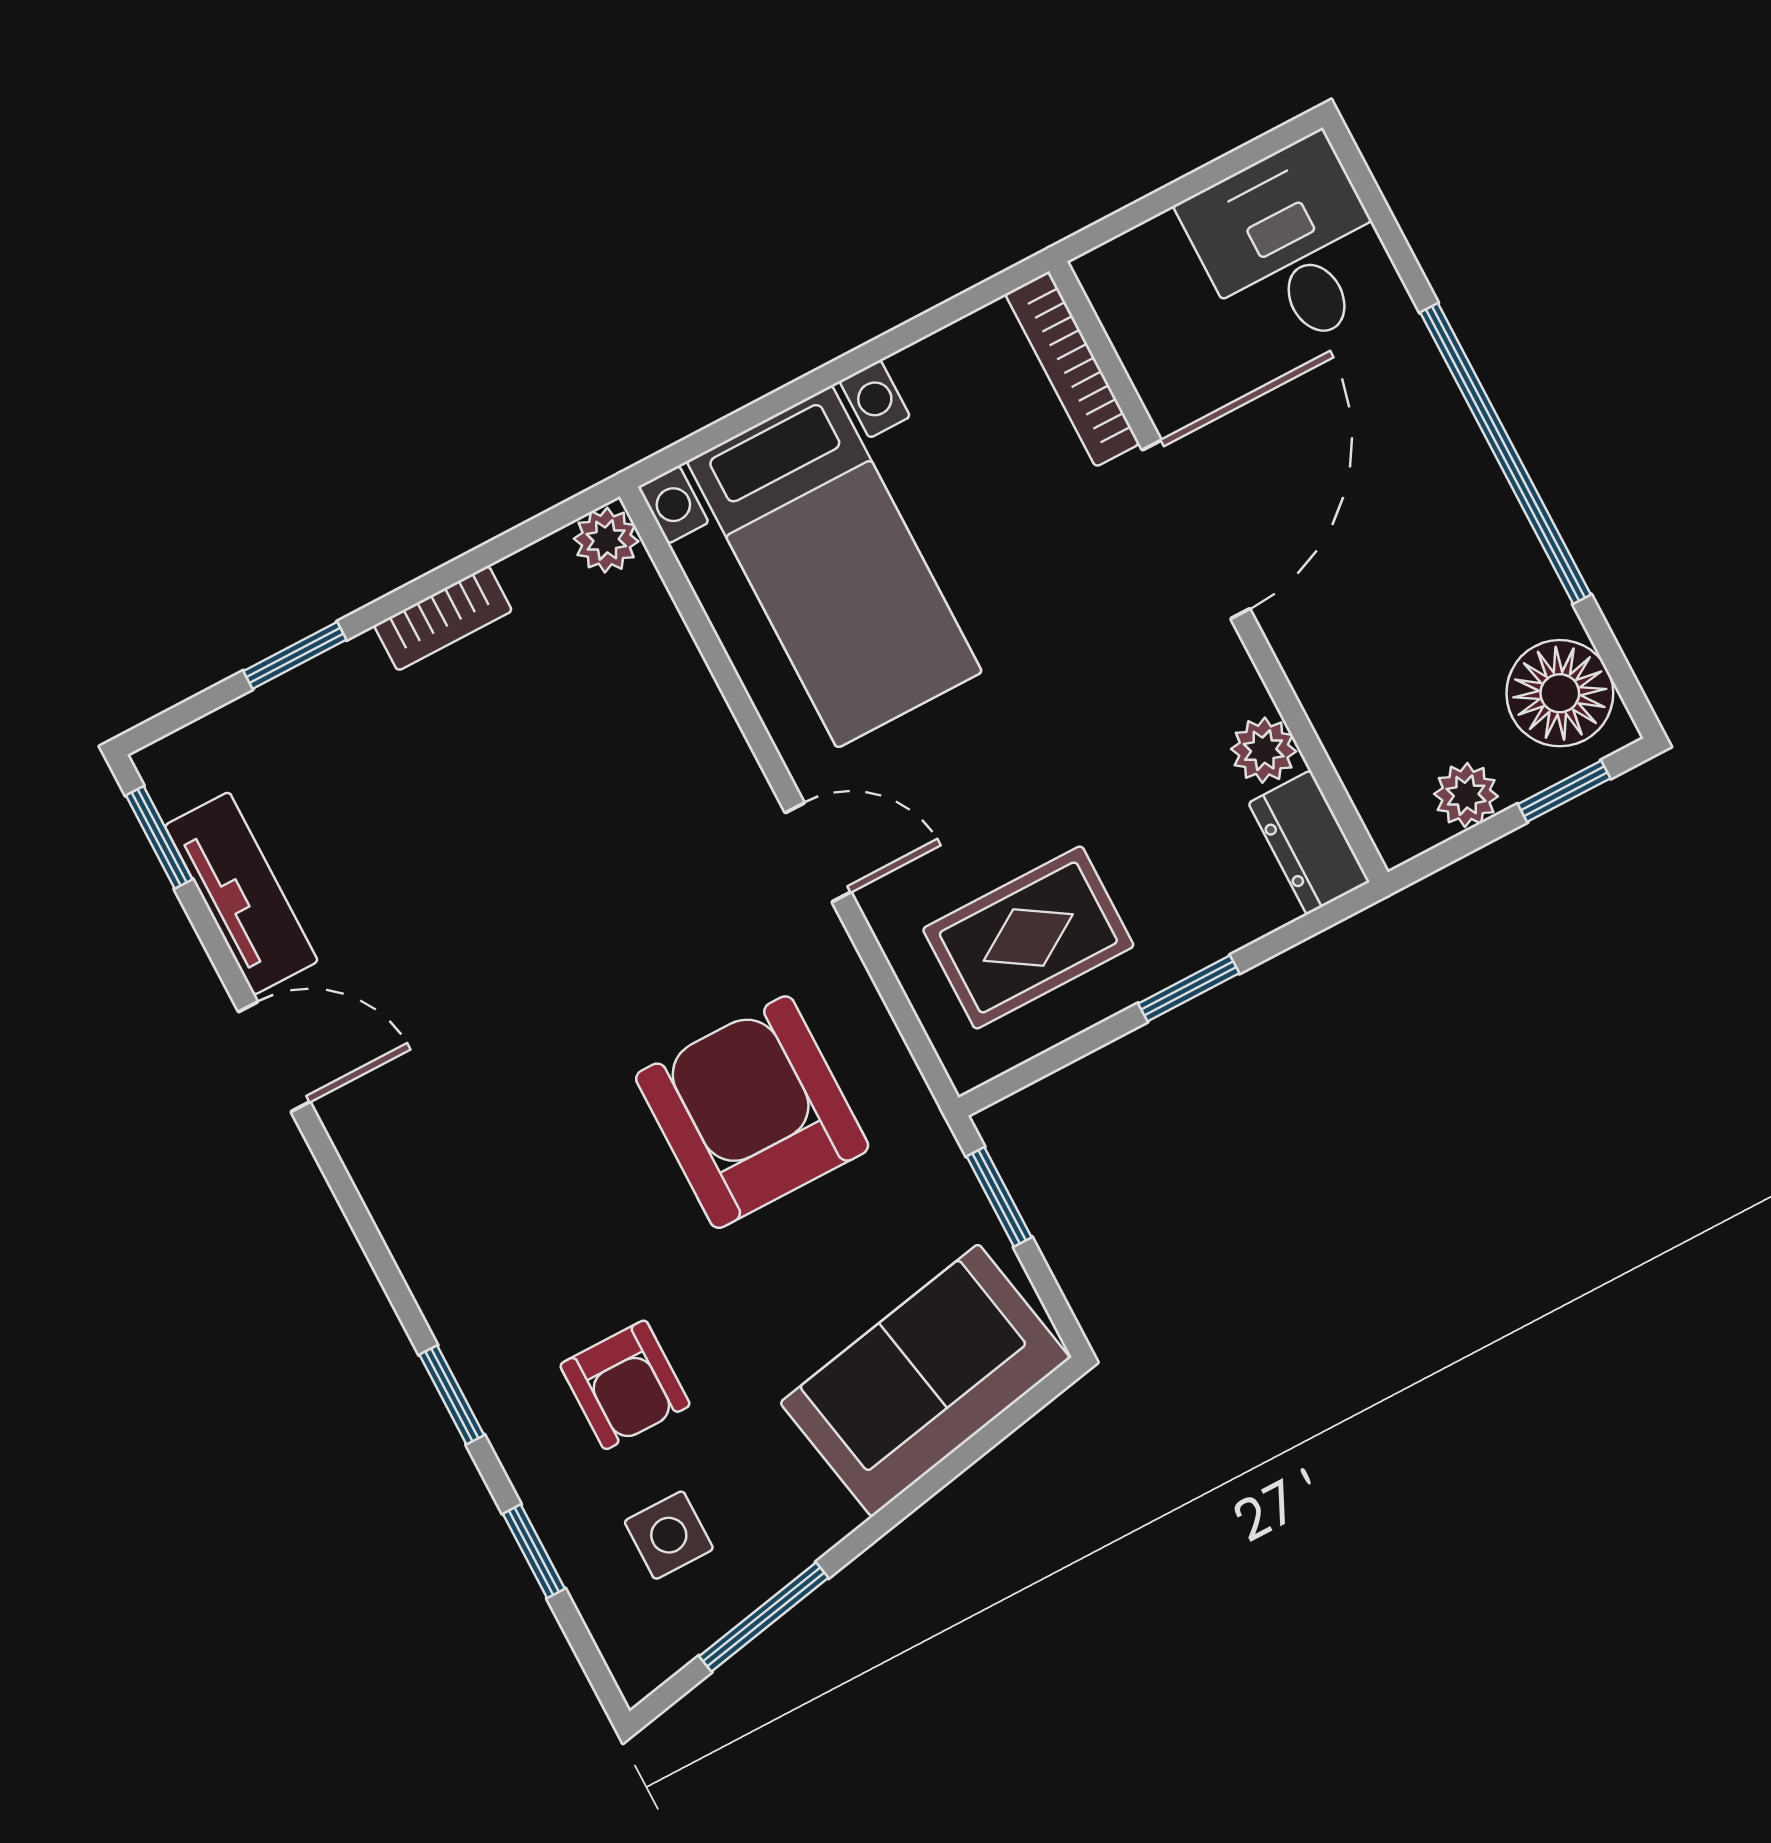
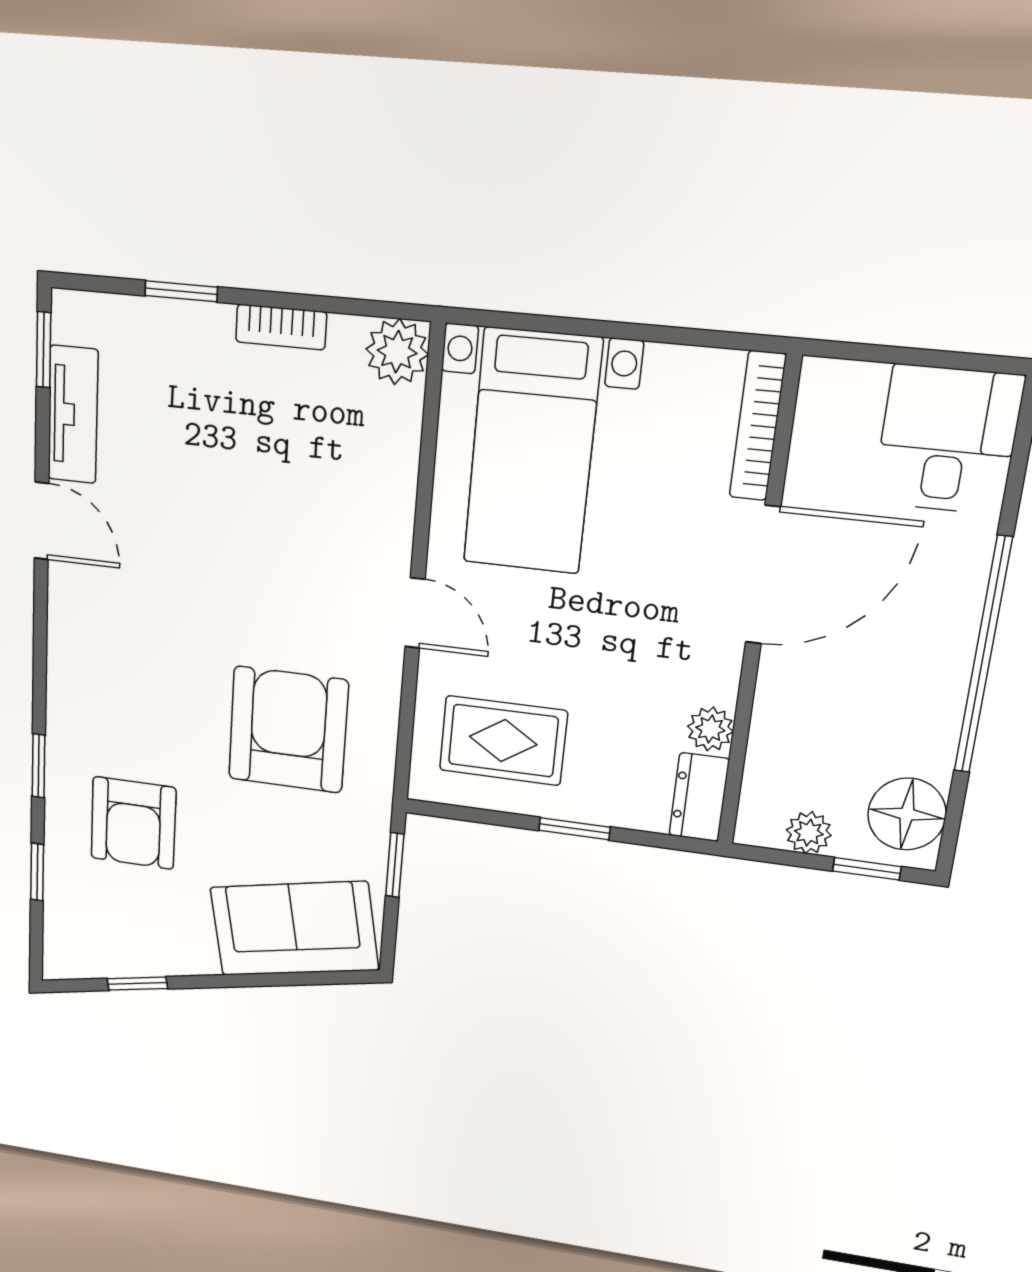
plant: (606, 540) -> (397, 352), width x1.38, depth x1.38
armchair: (625, 1385) -> (133, 823), width x1.38, depth x1.38
side table: (669, 1535) -> (112, 912), removed
window: (764, 1617) -> (137, 984), width x0.67

